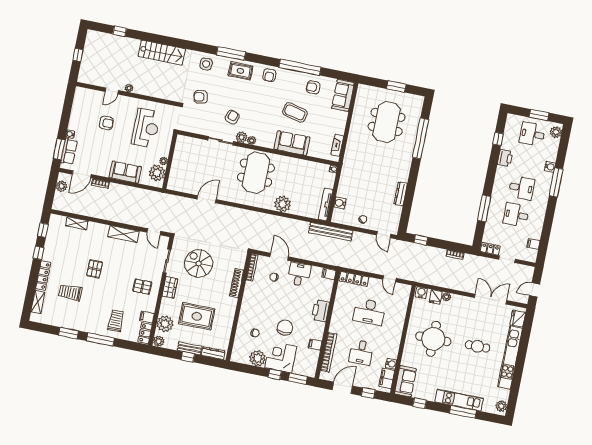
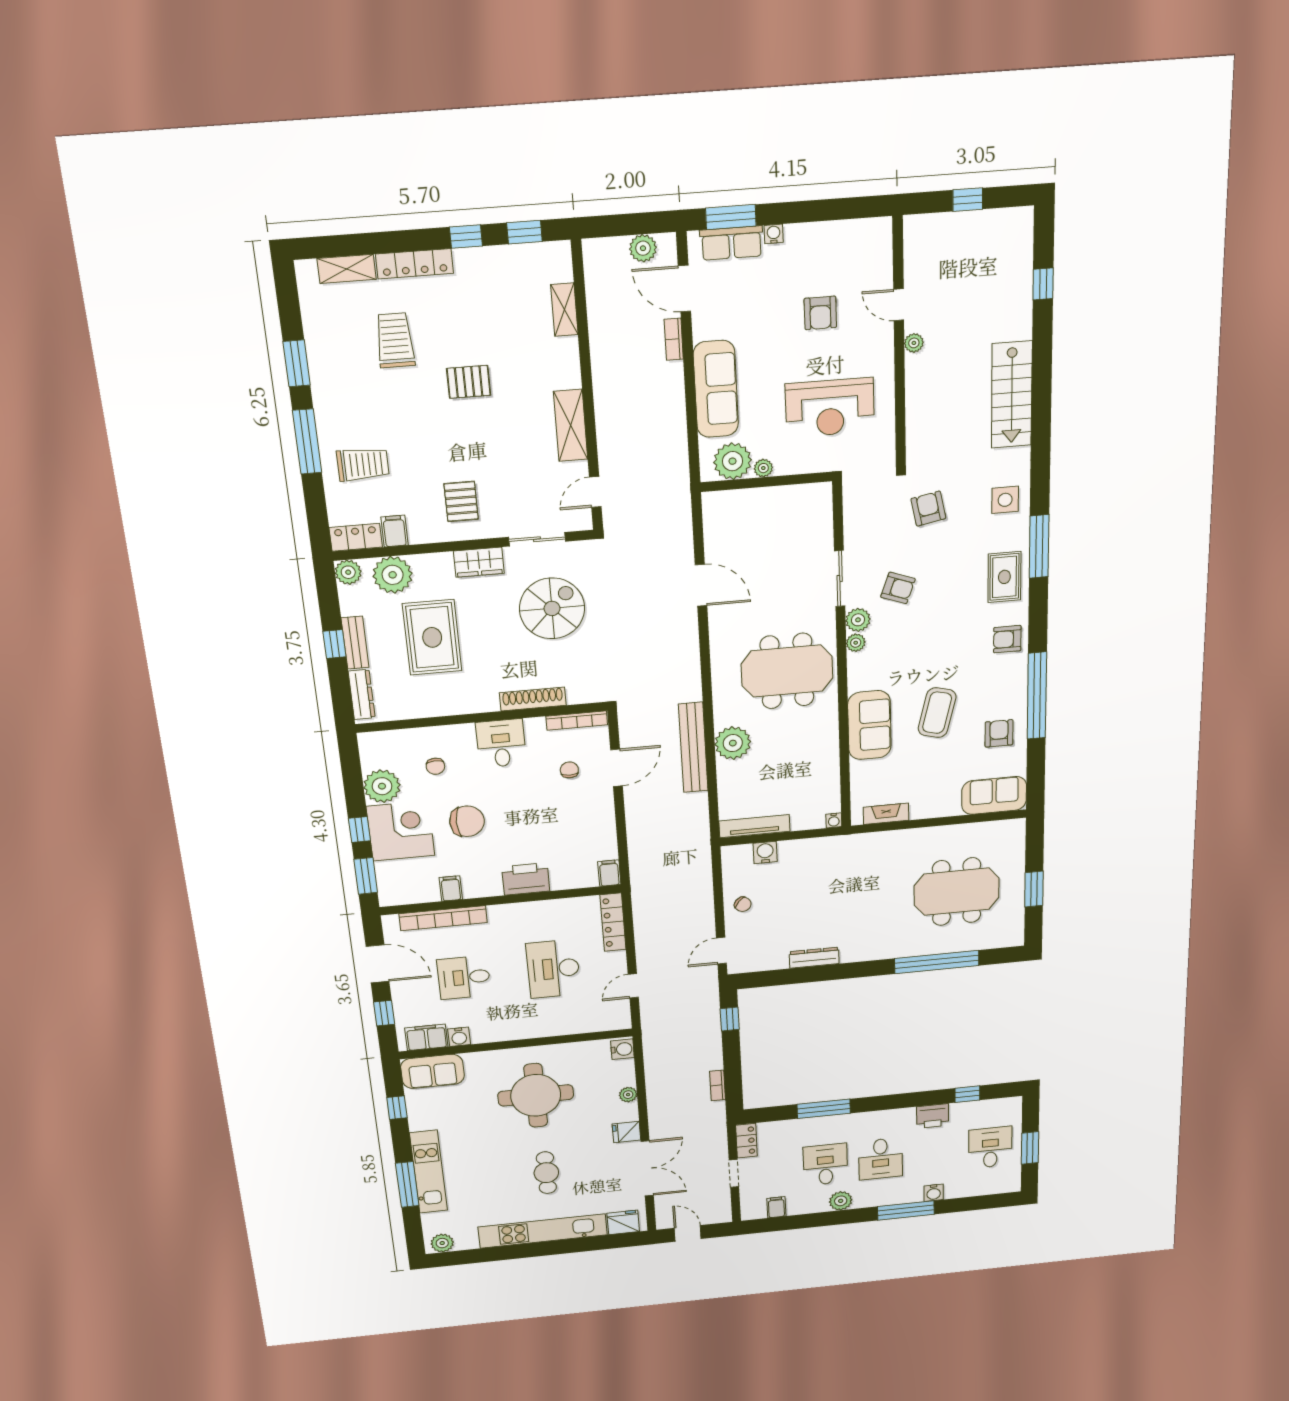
plant: (556, 132) -> (841, 1201), moved
sofa: (125, 172) -> (716, 389), width x1.36
bench: (331, 232) -> (693, 747), moved
desk: (299, 274) -> (501, 743), moved, turned -90
fridge: (436, 297) -> (626, 1132), moved

